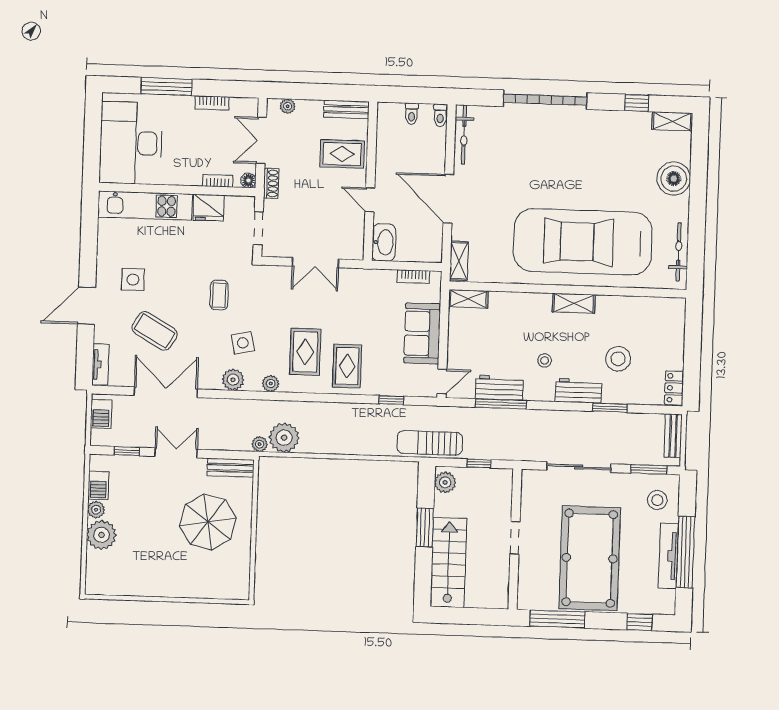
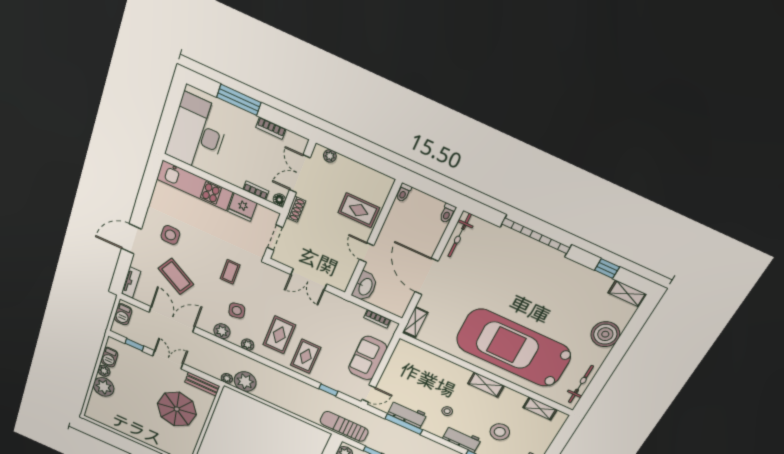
bench: (346, 109) -> (375, 178), removed
toilet: (412, 114) -> (404, 193), moved
shelving: (468, 299) -> (540, 409), moved

